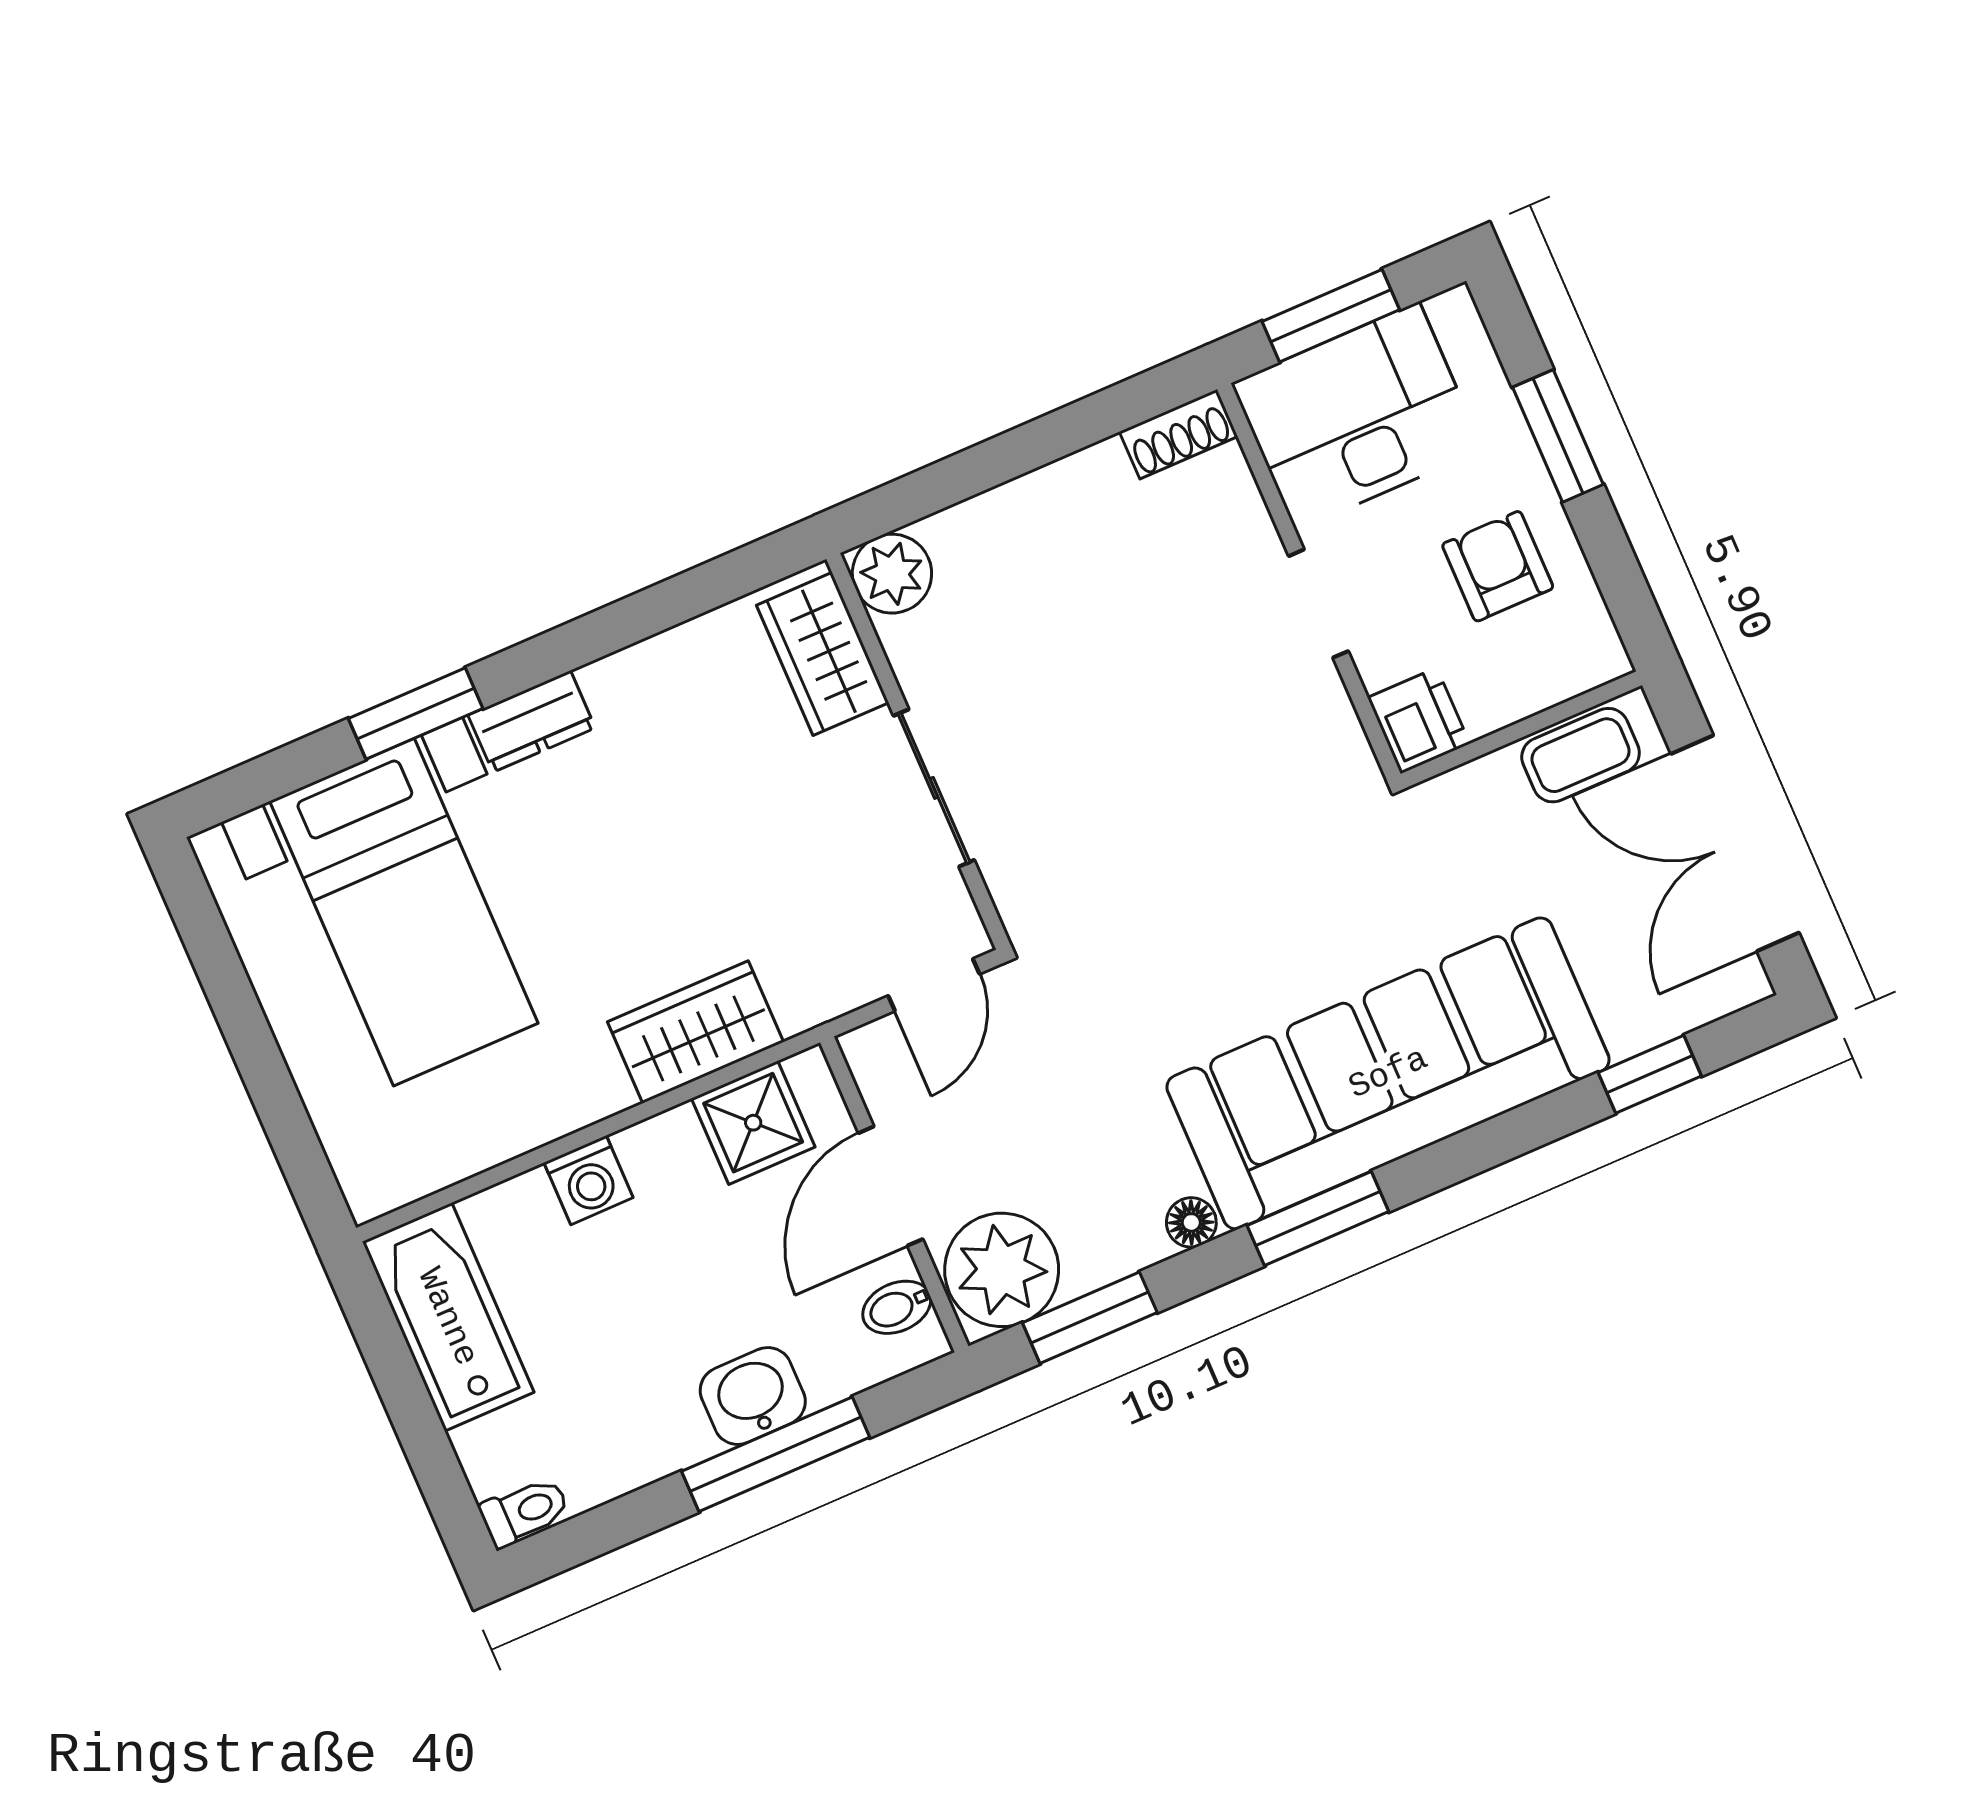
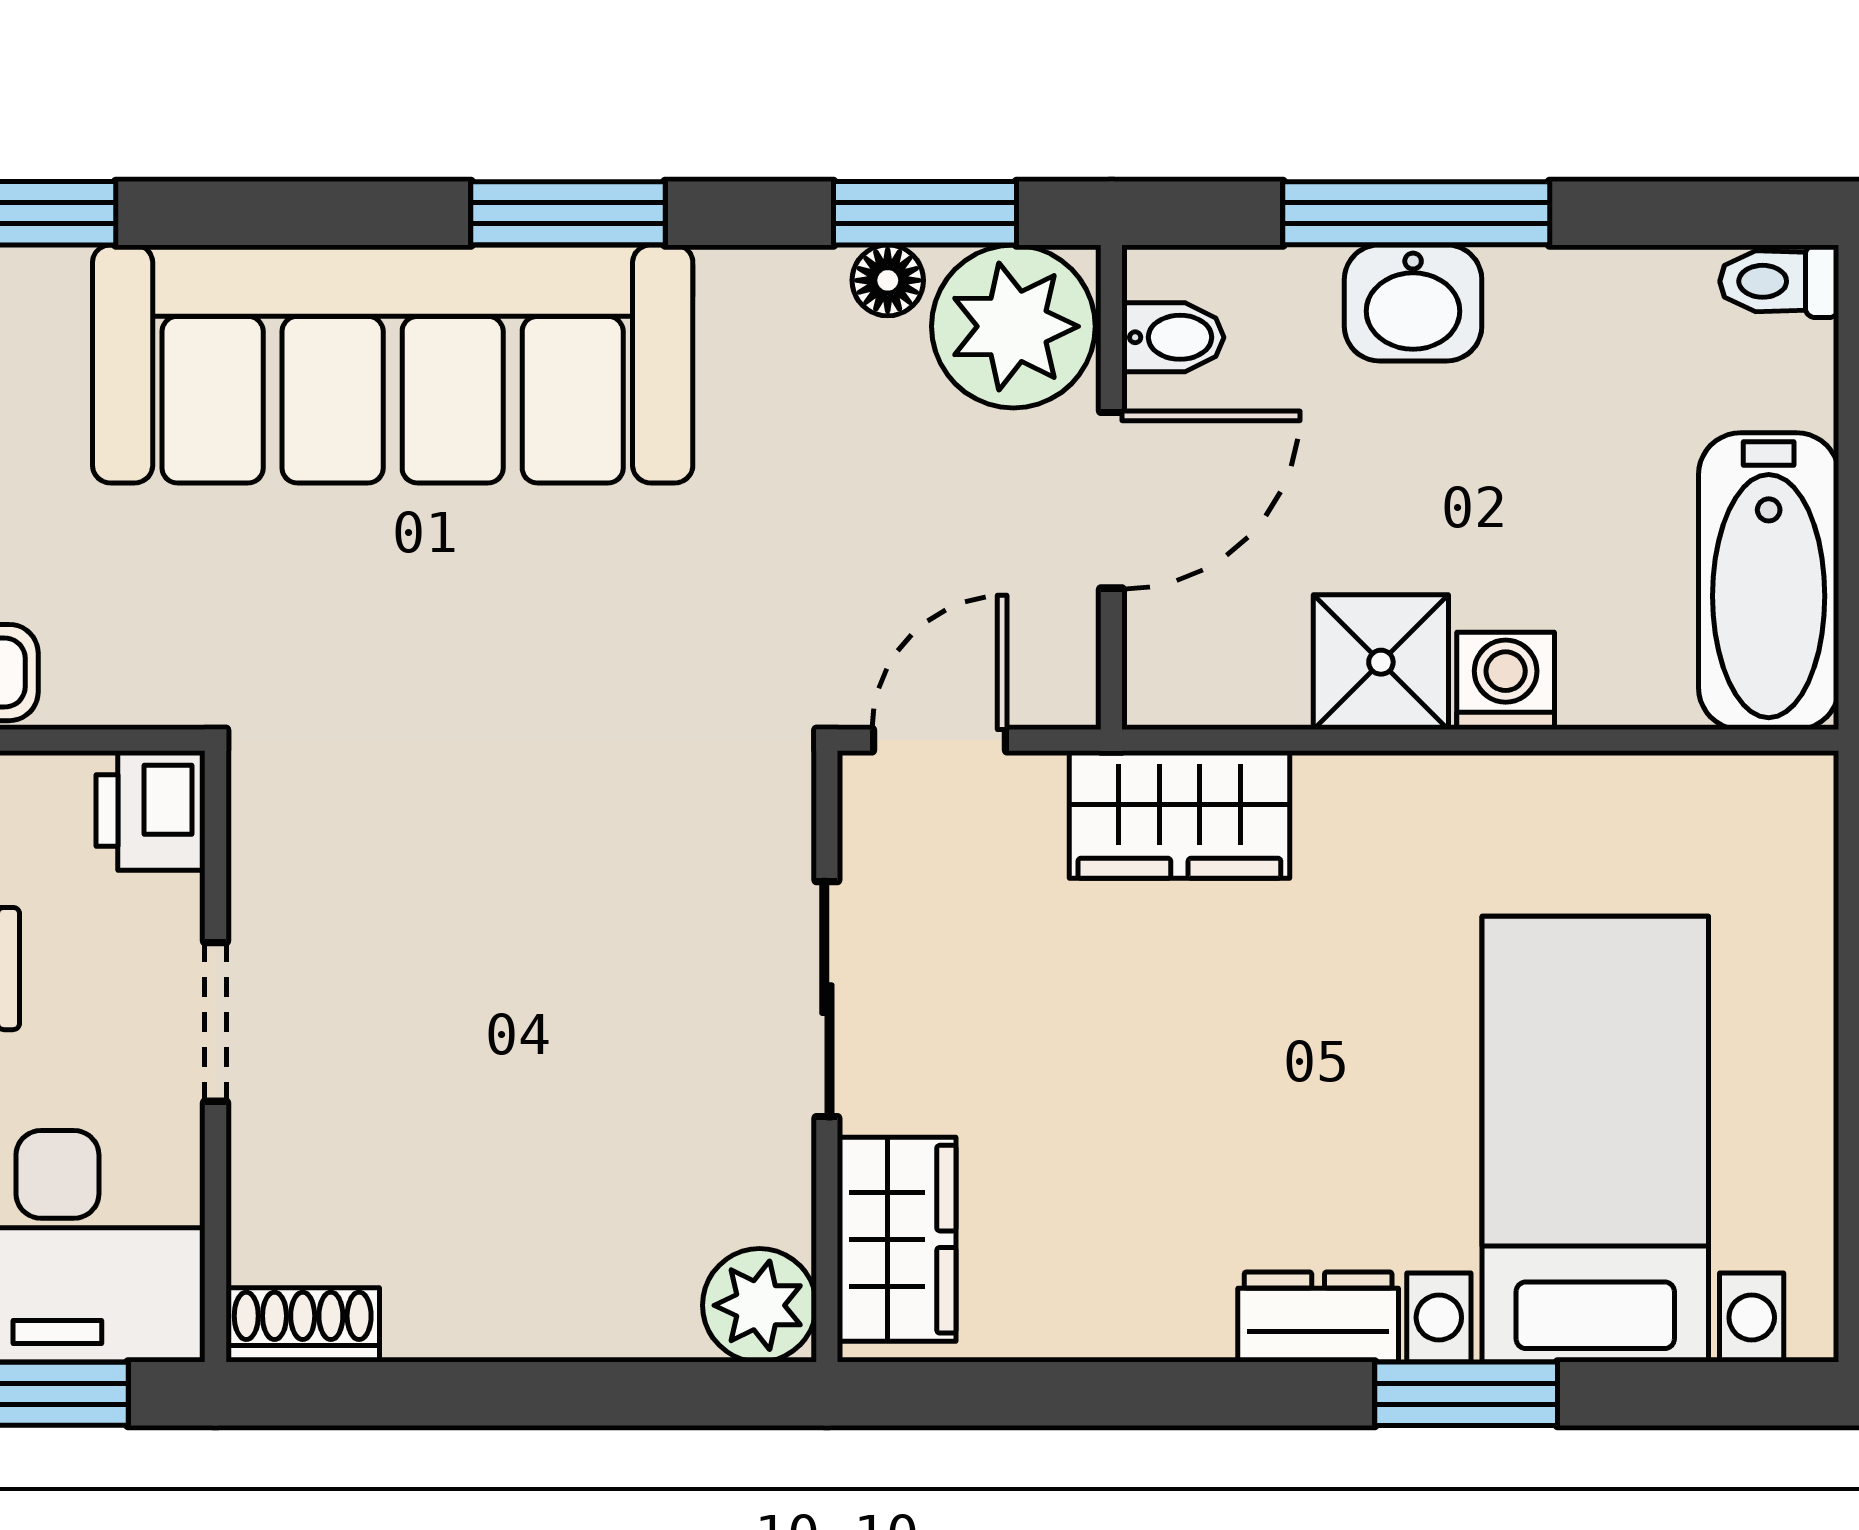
wardrobe: (696, 1032) -> (1179, 815), moved
shower: (753, 1123) -> (1381, 662), moved
floor lamp: (1191, 1222) -> (888, 280), moved

